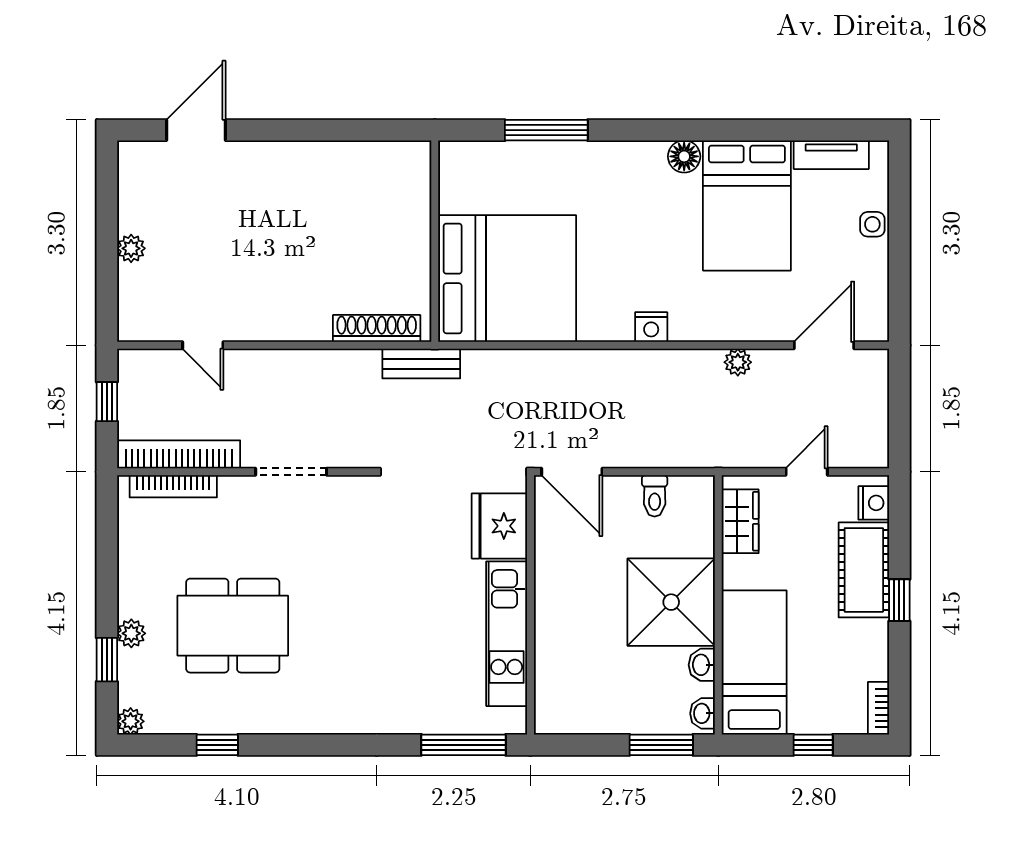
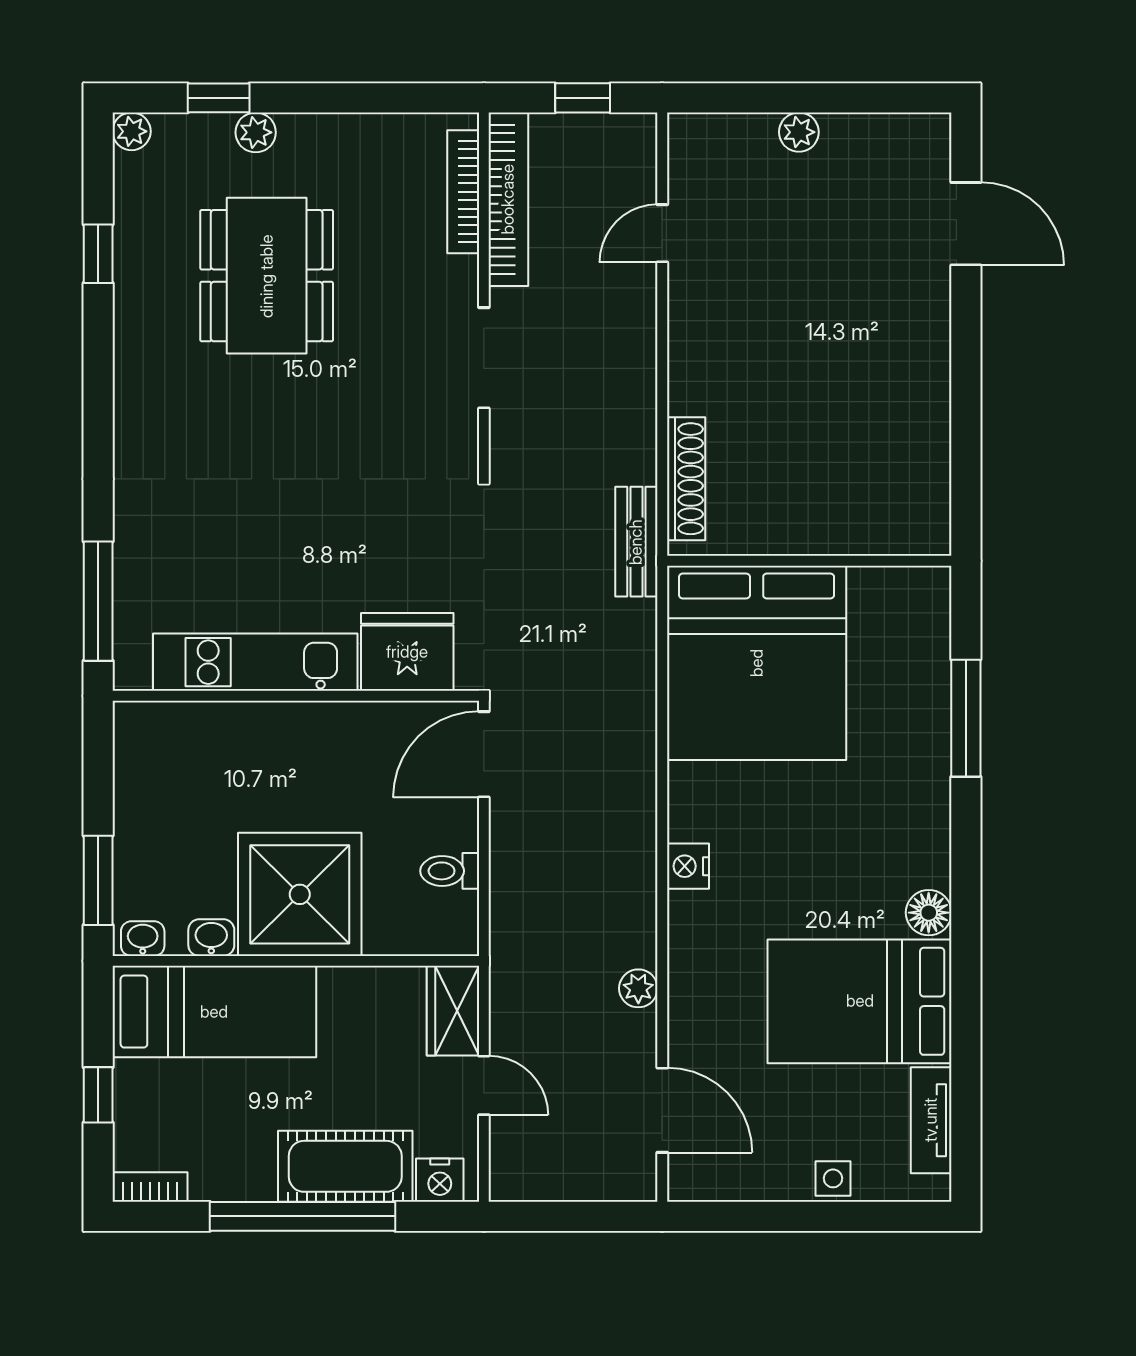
wardrobe: (740, 521) -> (453, 1011), moved, turned 90
window: (899, 600) -> (302, 1216), width x3.17

